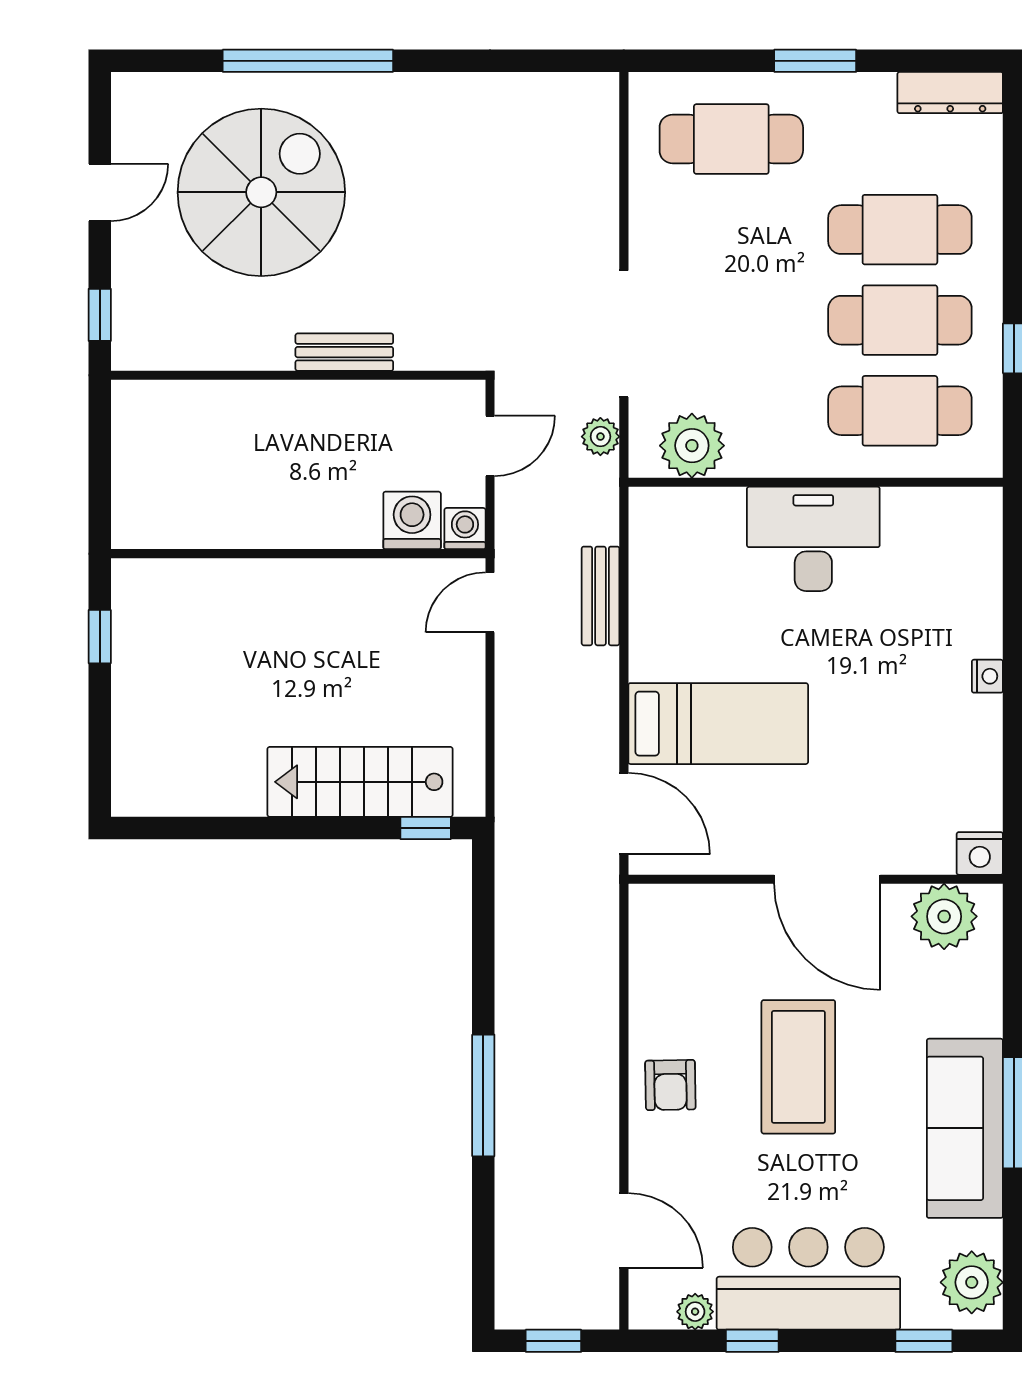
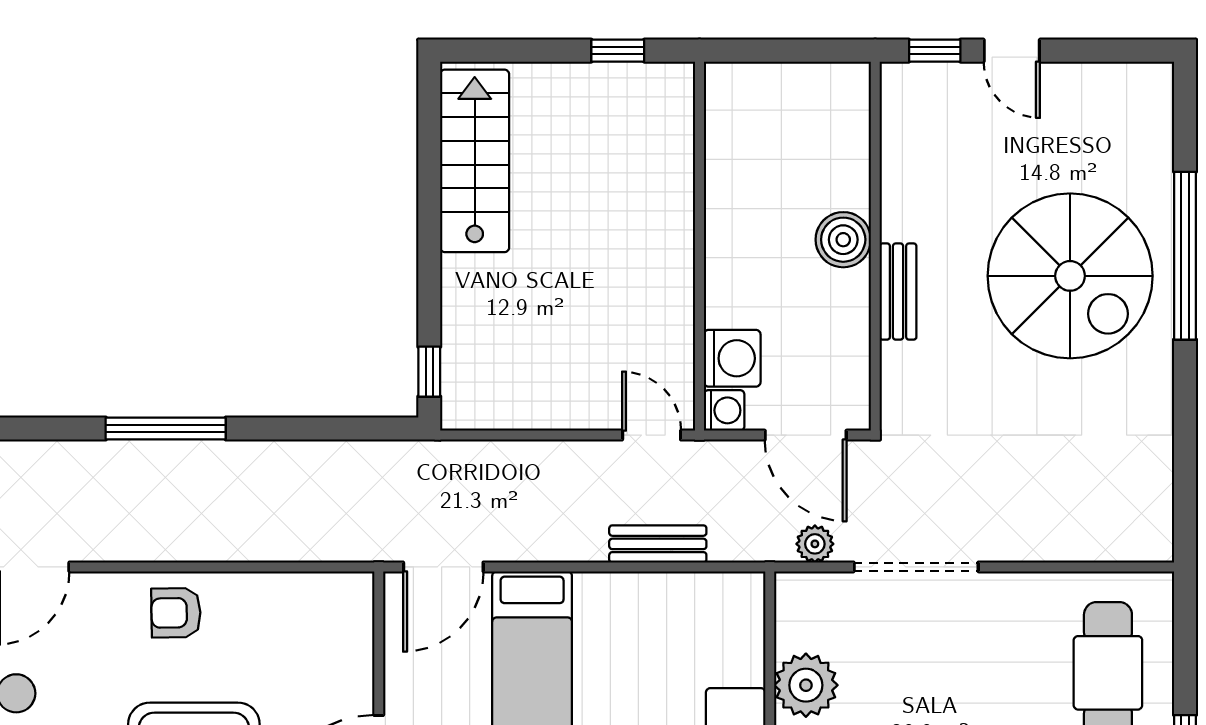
door: (100, 192) -> (1012, 51), moved
spiral stairs: (261, 192) -> (1070, 276), moved
boiler: (292, 408) -> (843, 240), added
door: (490, 446) -> (806, 435), width x1.38
plant: (692, 446) -> (806, 685), moved
stairs: (360, 782) -> (475, 161), moved

